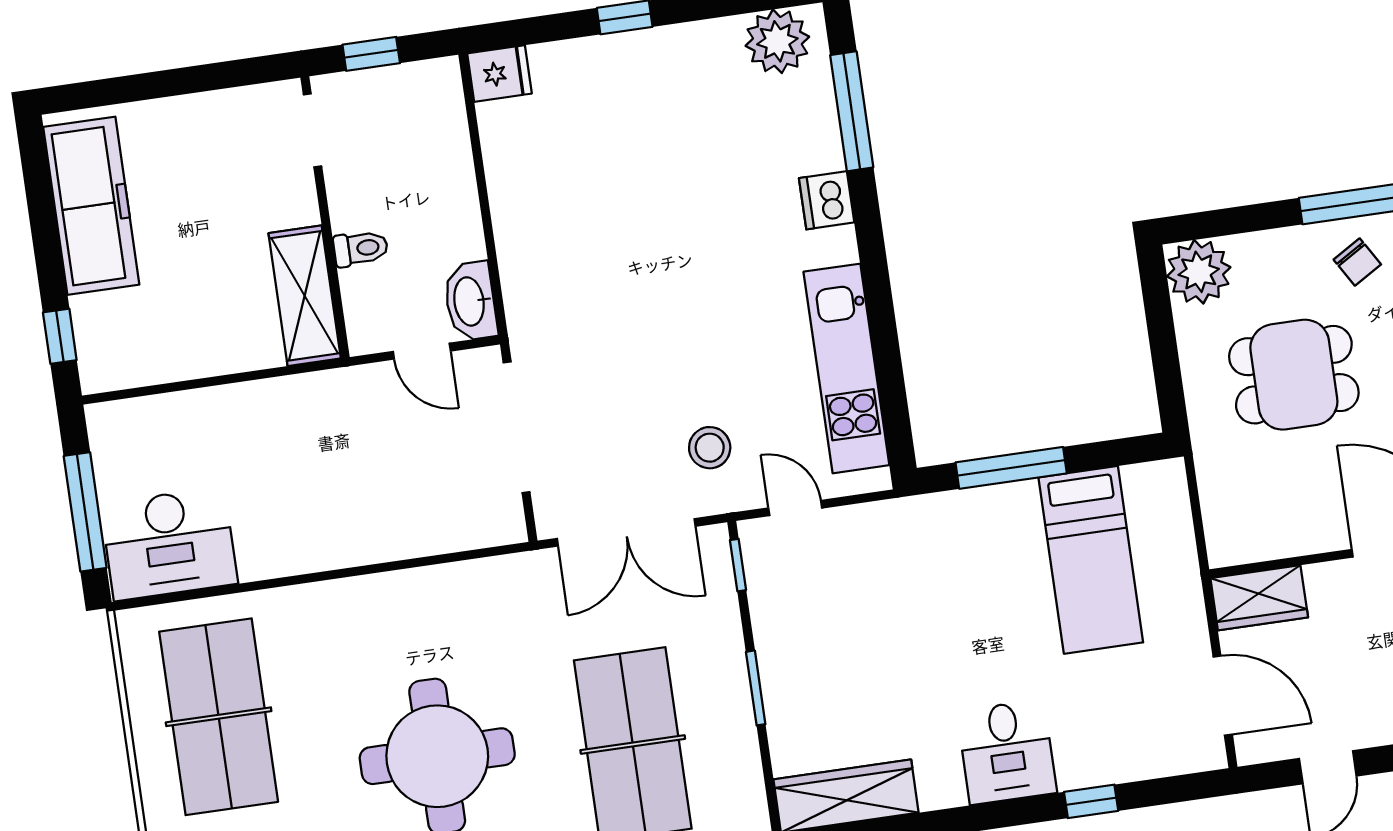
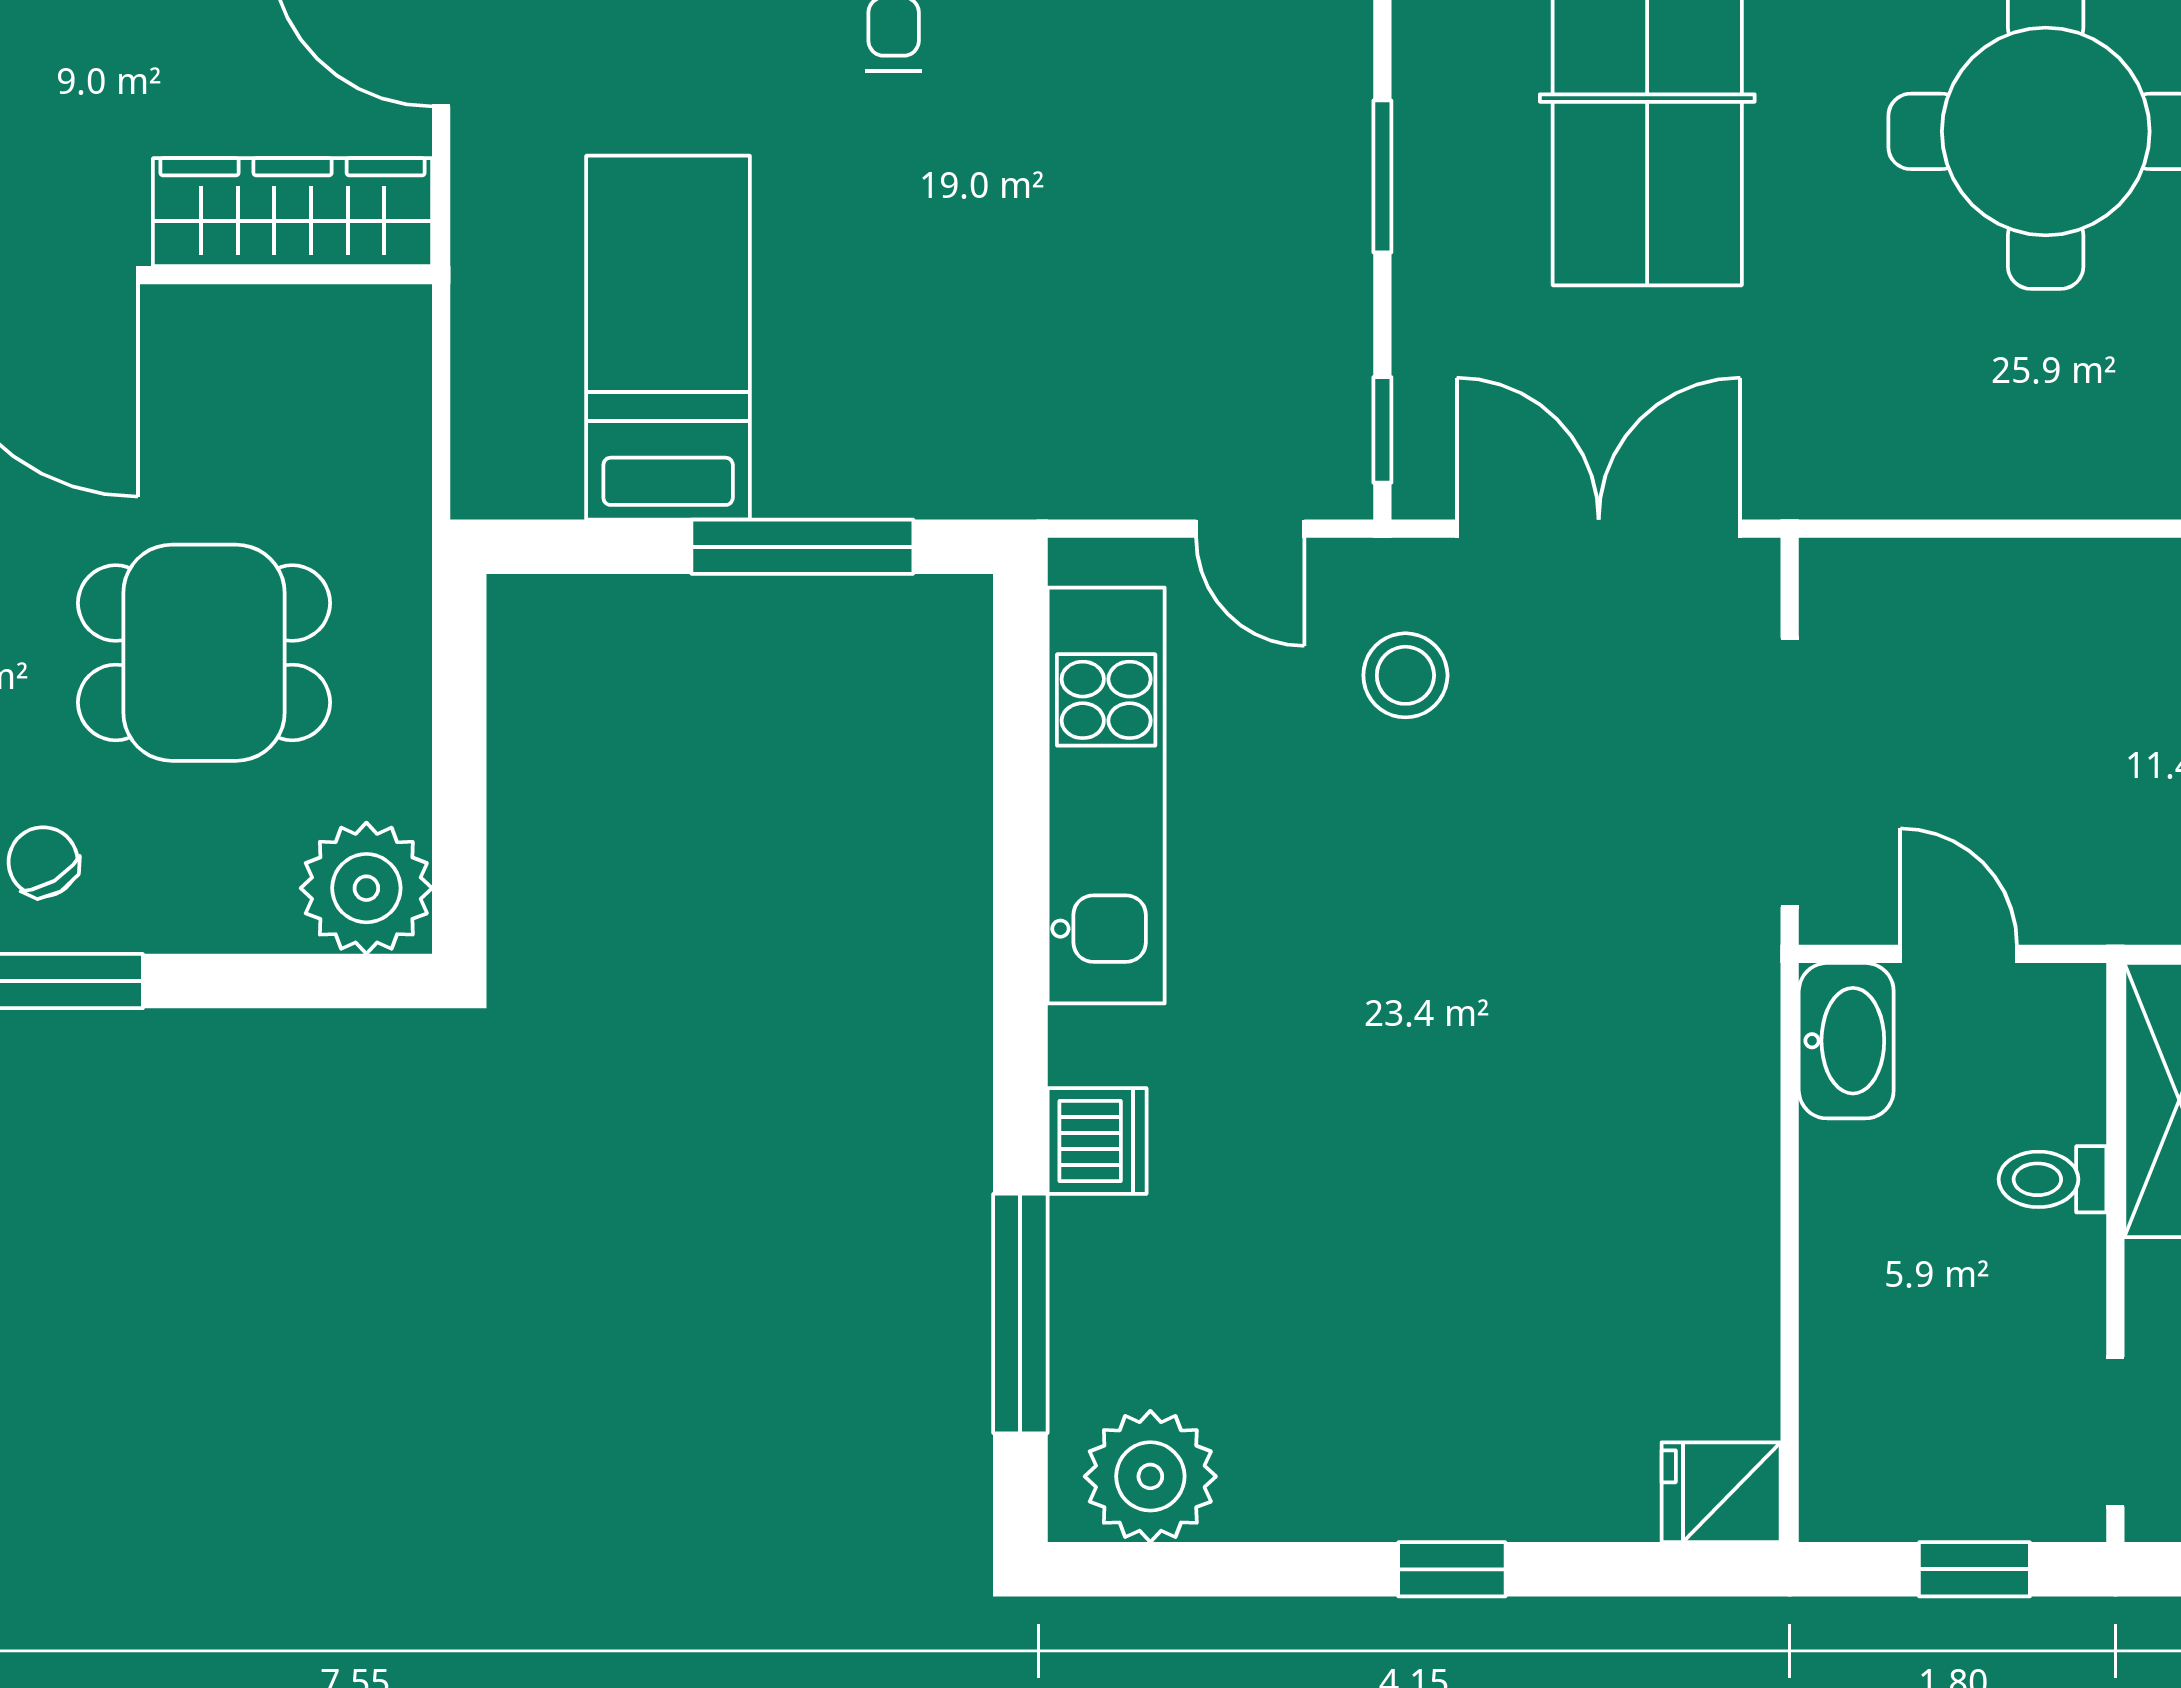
wardrobe: (1259, 598) -> (293, 212), width x1.50

